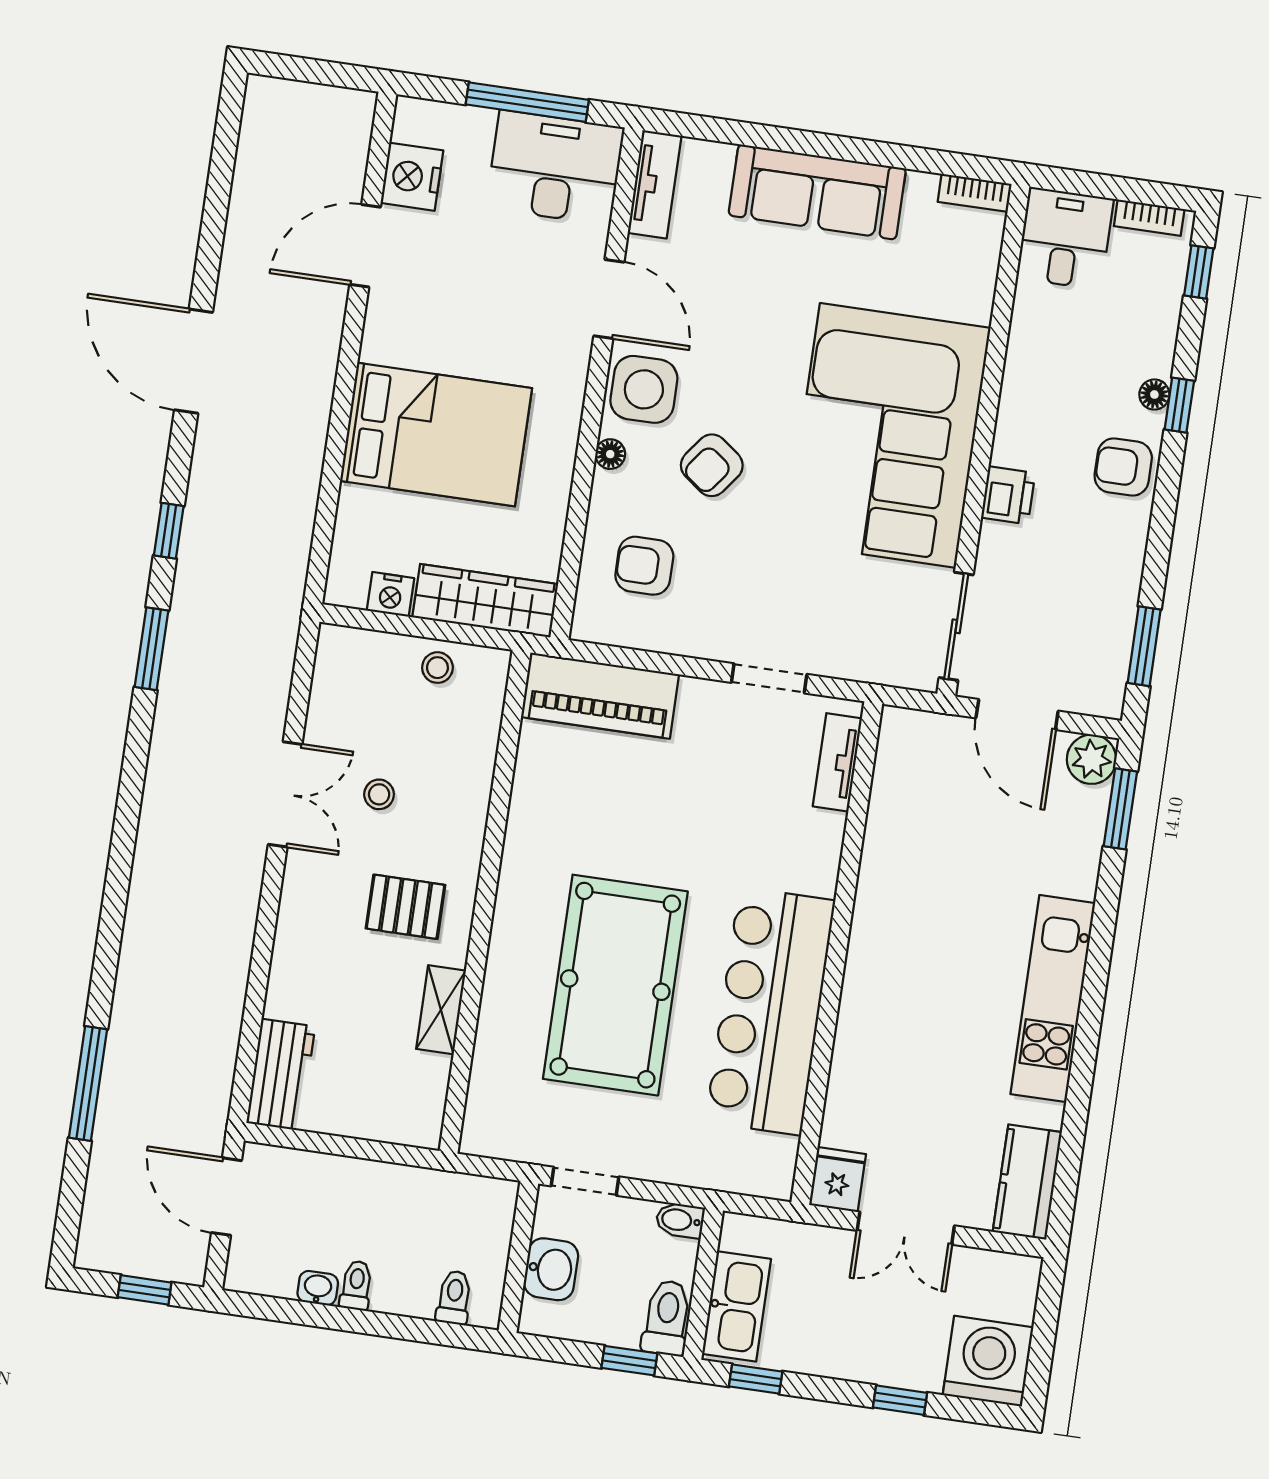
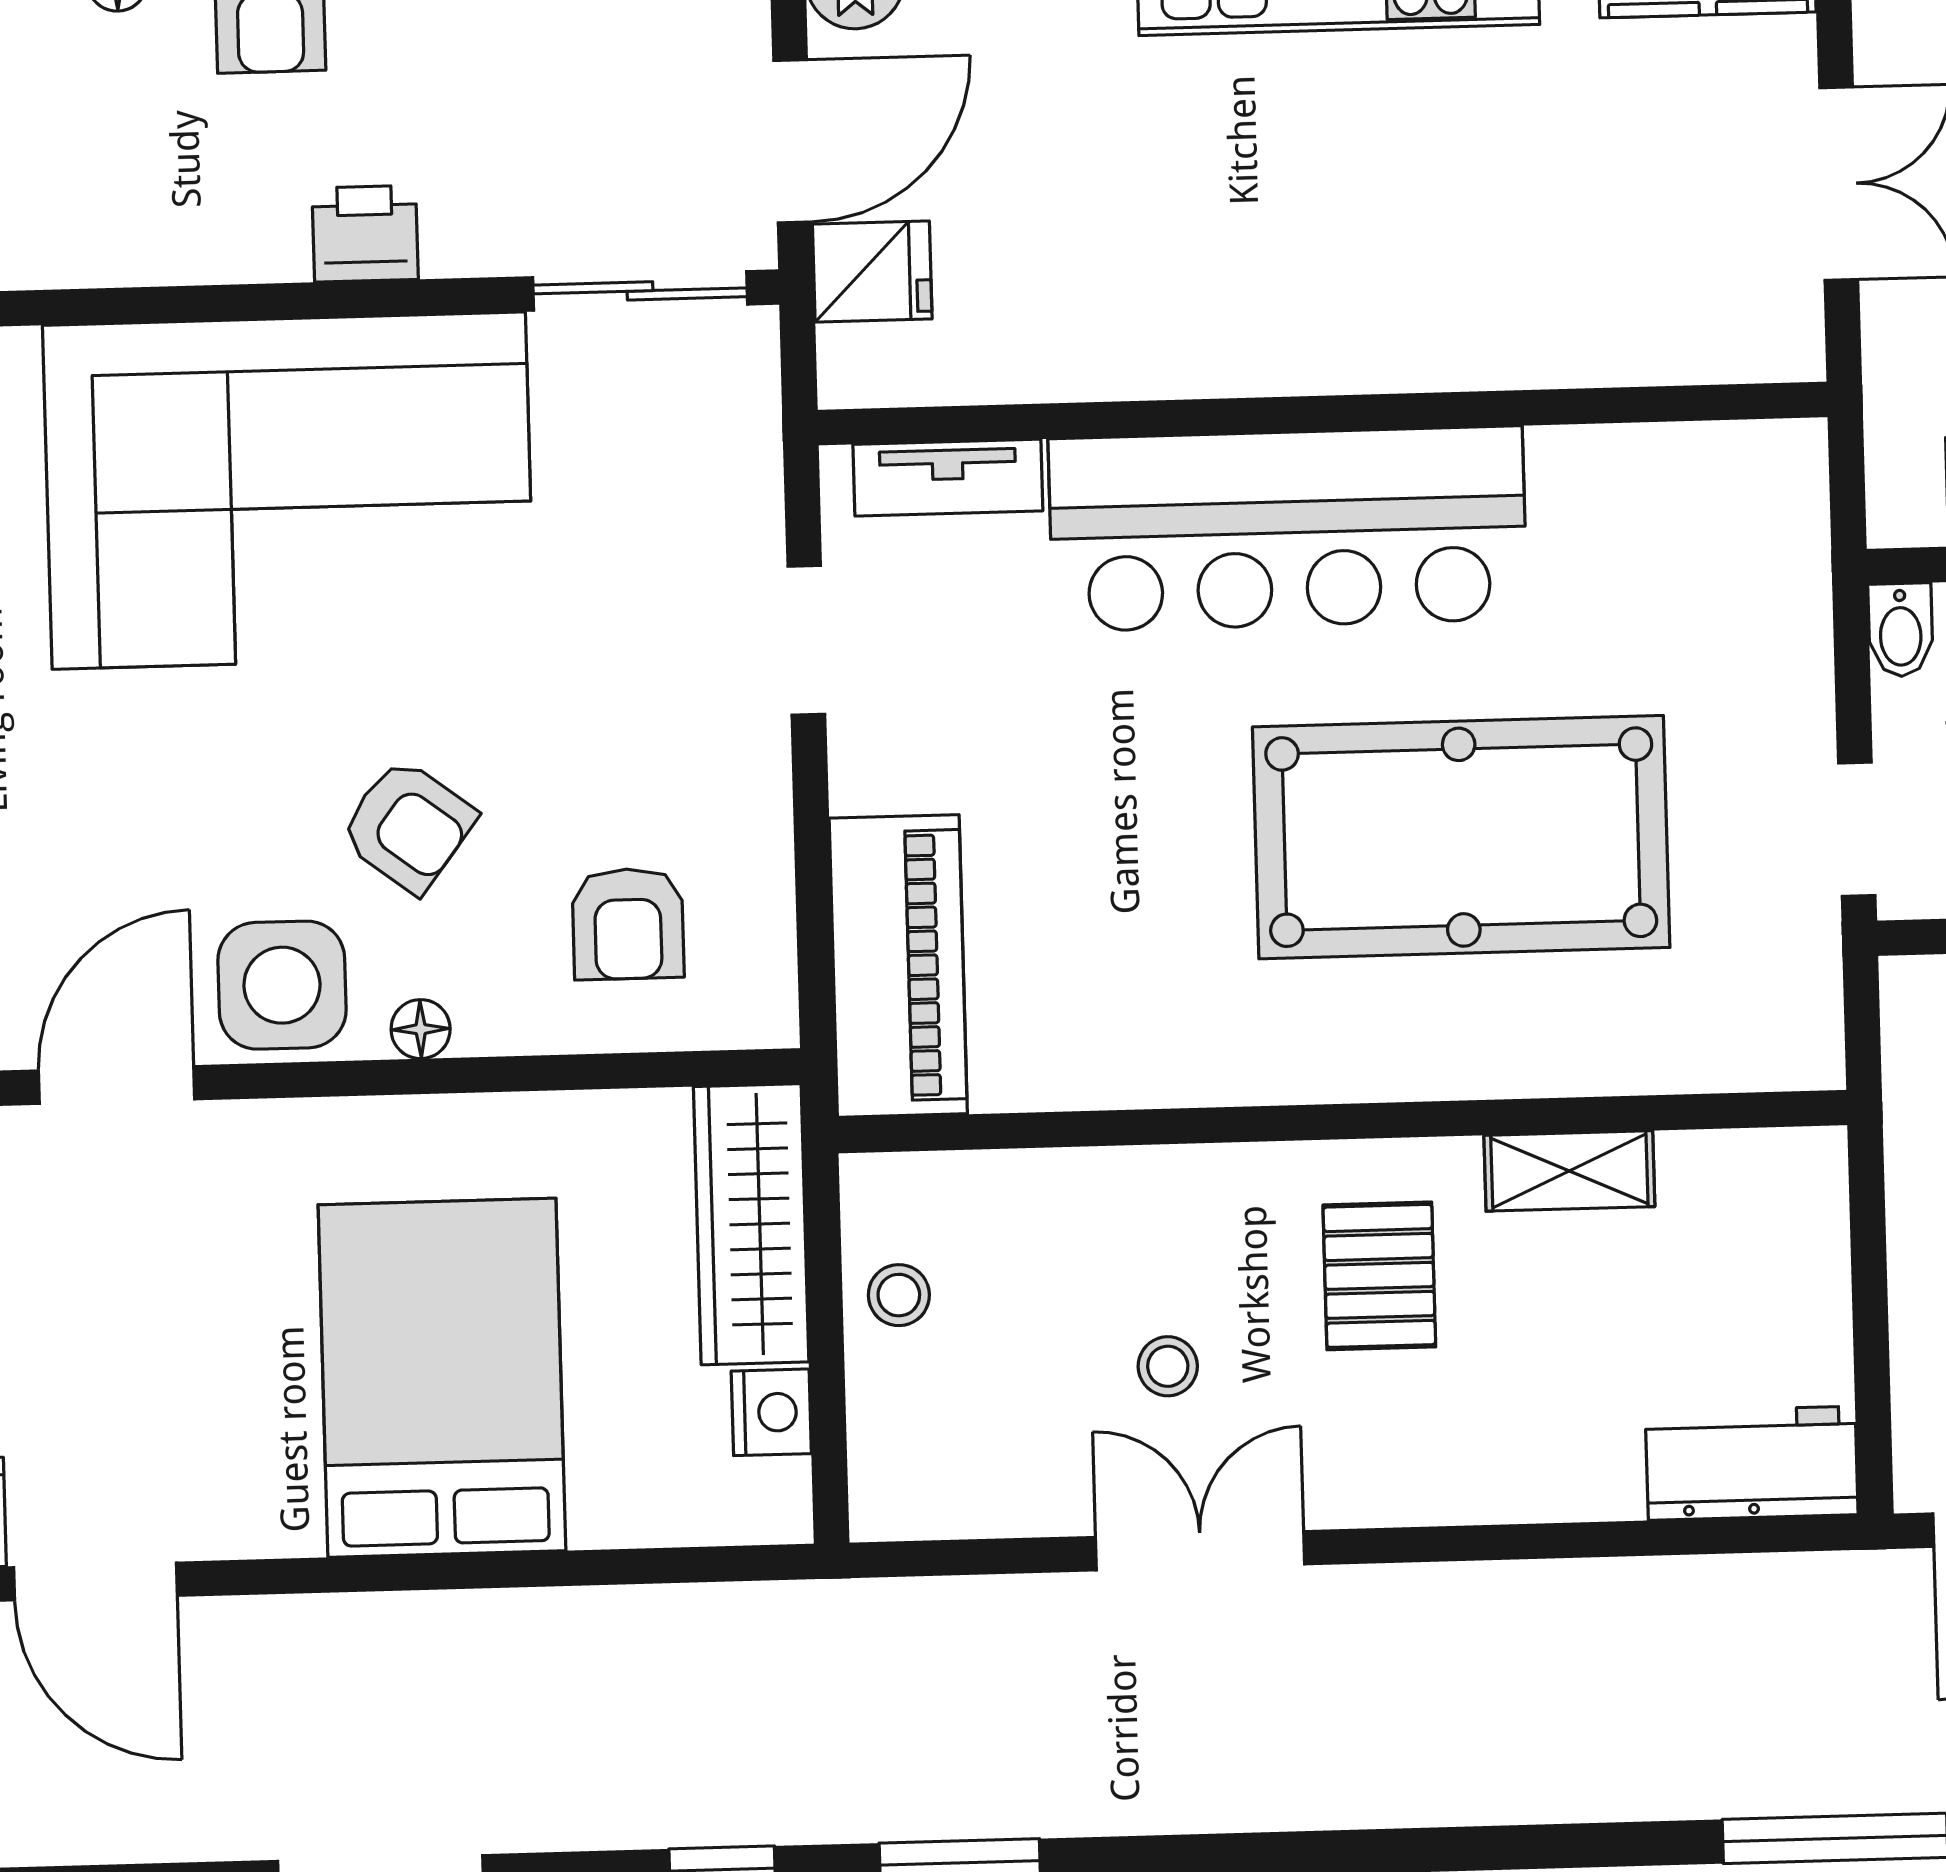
bar counter: (770, 1011) -> (1288, 529), moved
fridge: (837, 1180) -> (872, 272), moved, turned 180

